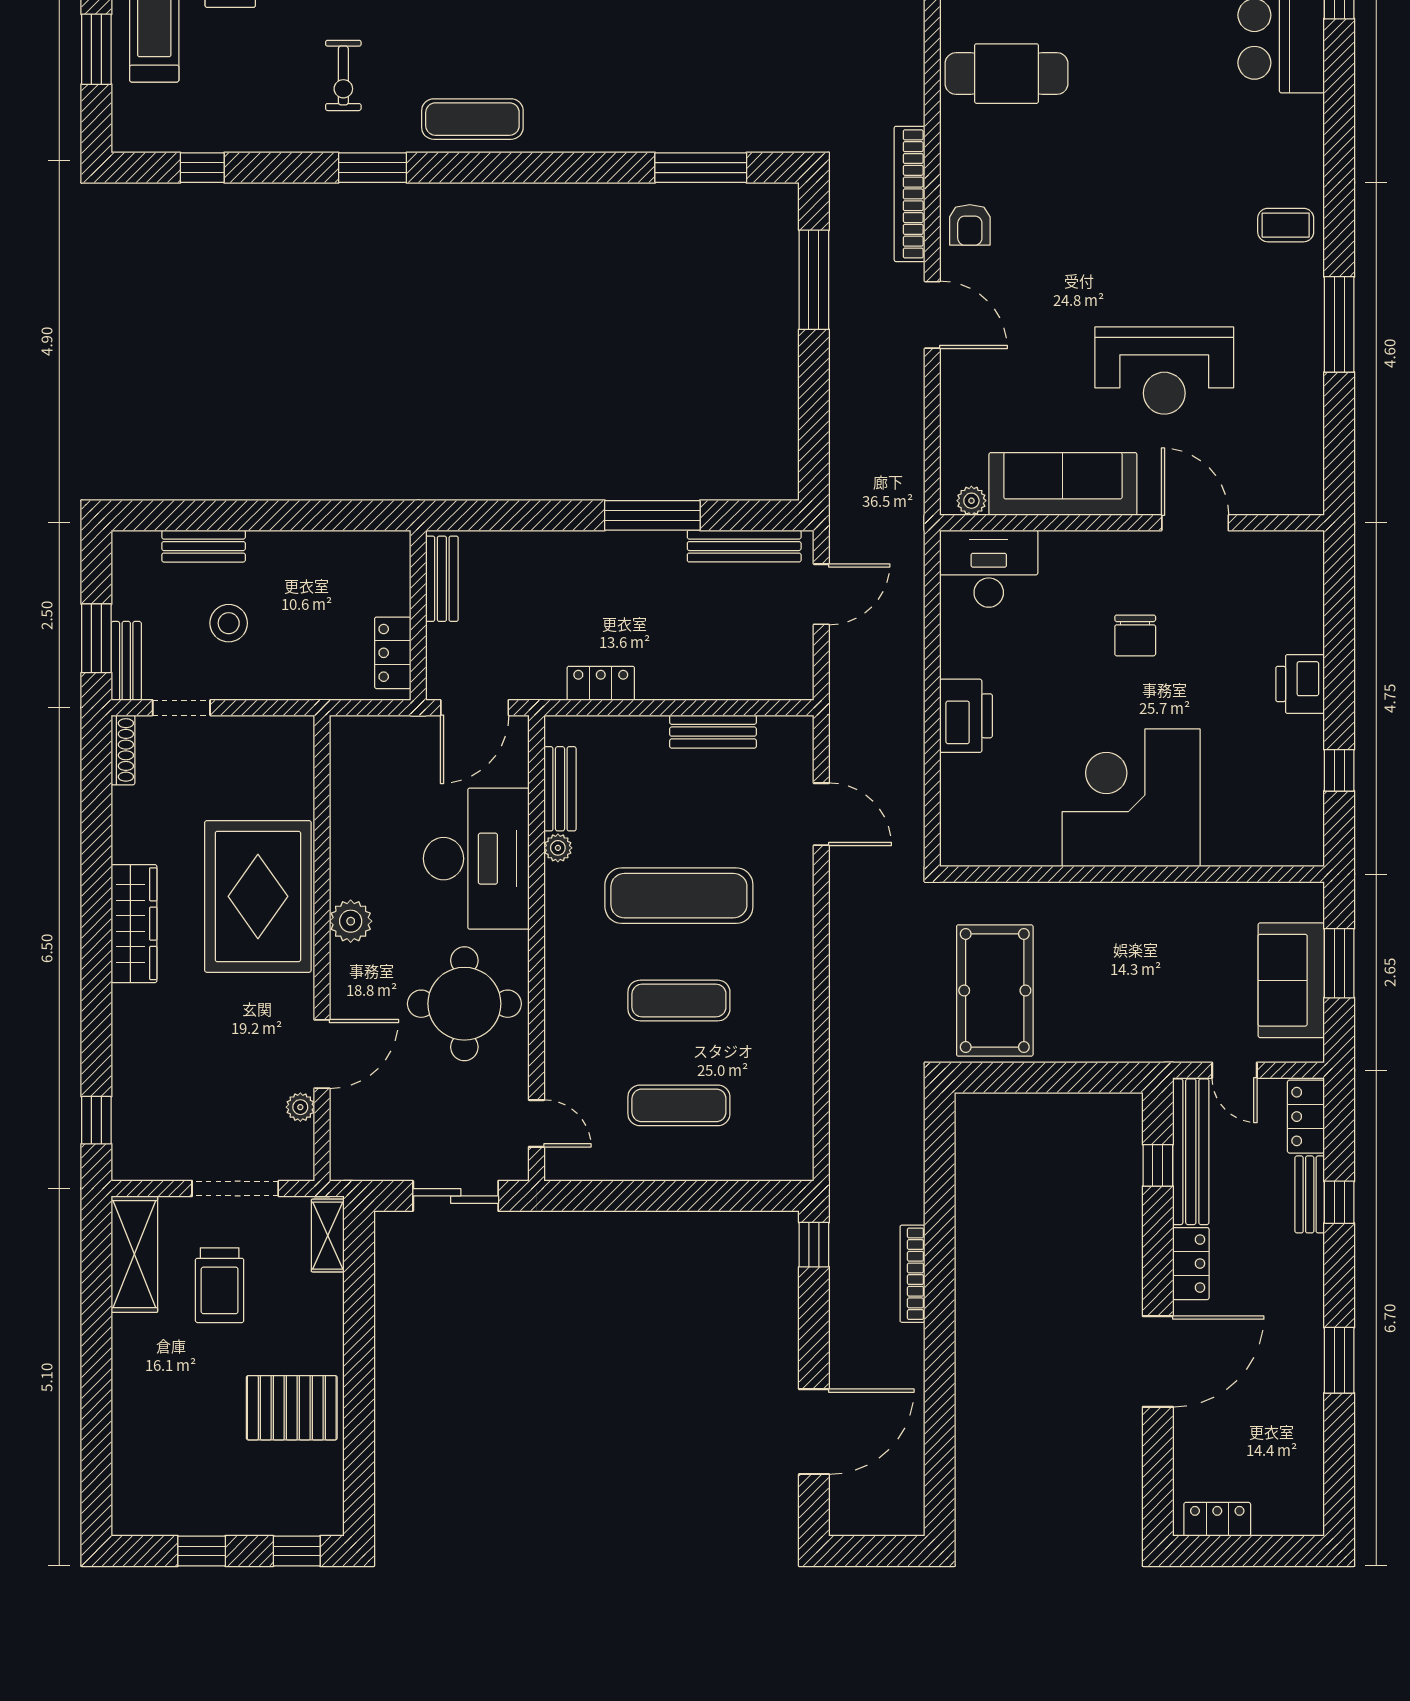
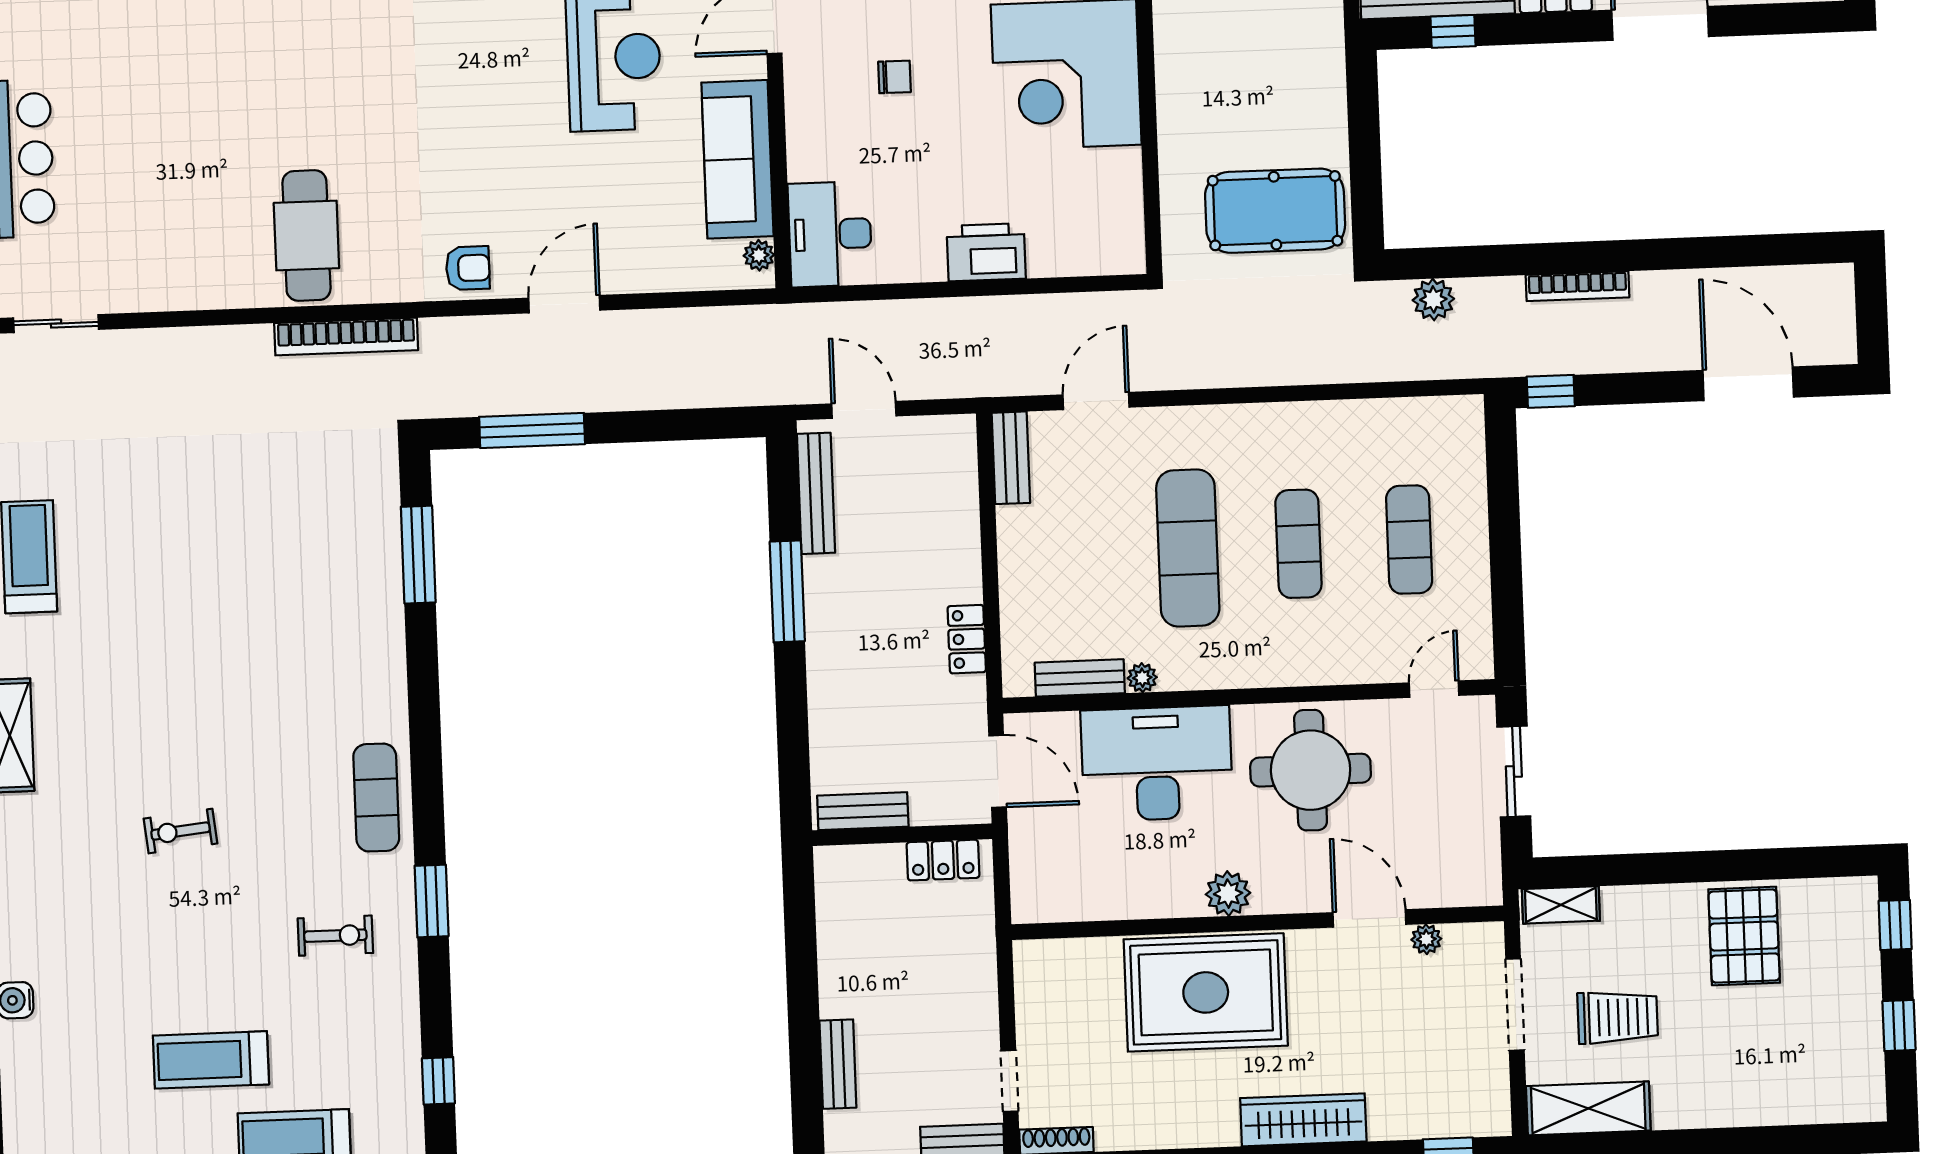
bookcase: (910, 194) -> (346, 337), moved
stool: (229, 623) -> (918, 1034), removed
chair: (1135, 635) -> (894, 77), width x0.73, depth x0.73
bench: (713, 732) -> (1011, 458), moved
wardrobe: (134, 924) -> (1303, 1120), moved
plant: (905, 1137) -> (1433, 299), added

